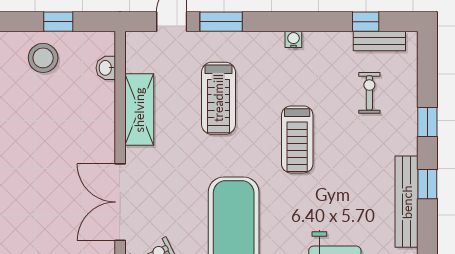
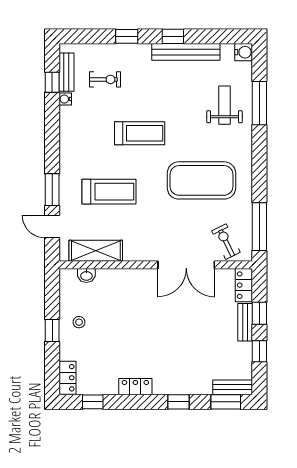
window: (58, 22) -> (52, 330), moved
water cooler: (293, 39) -> (65, 99), moved
stool: (43, 58) -> (79, 322), width x0.53, depth x0.53
exercise bike: (369, 93) -> (105, 79), turned 180
shelving: (139, 110) -> (96, 251), moved

